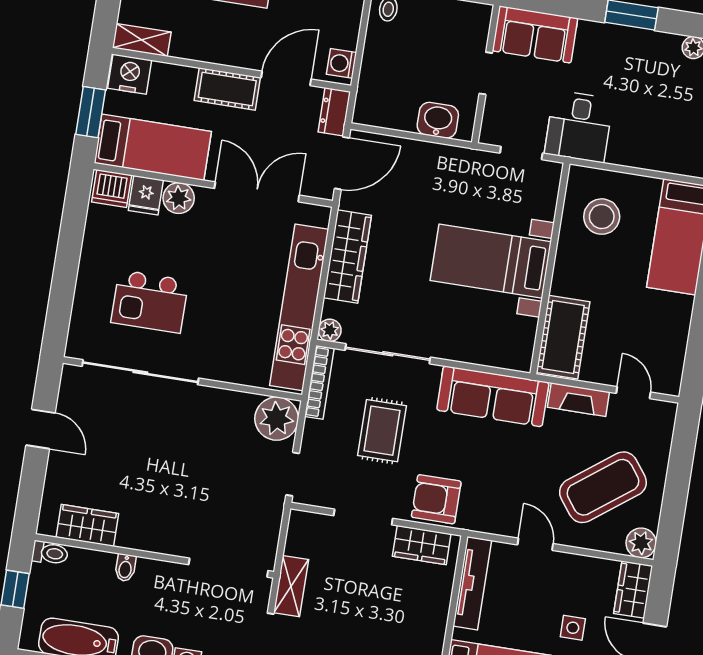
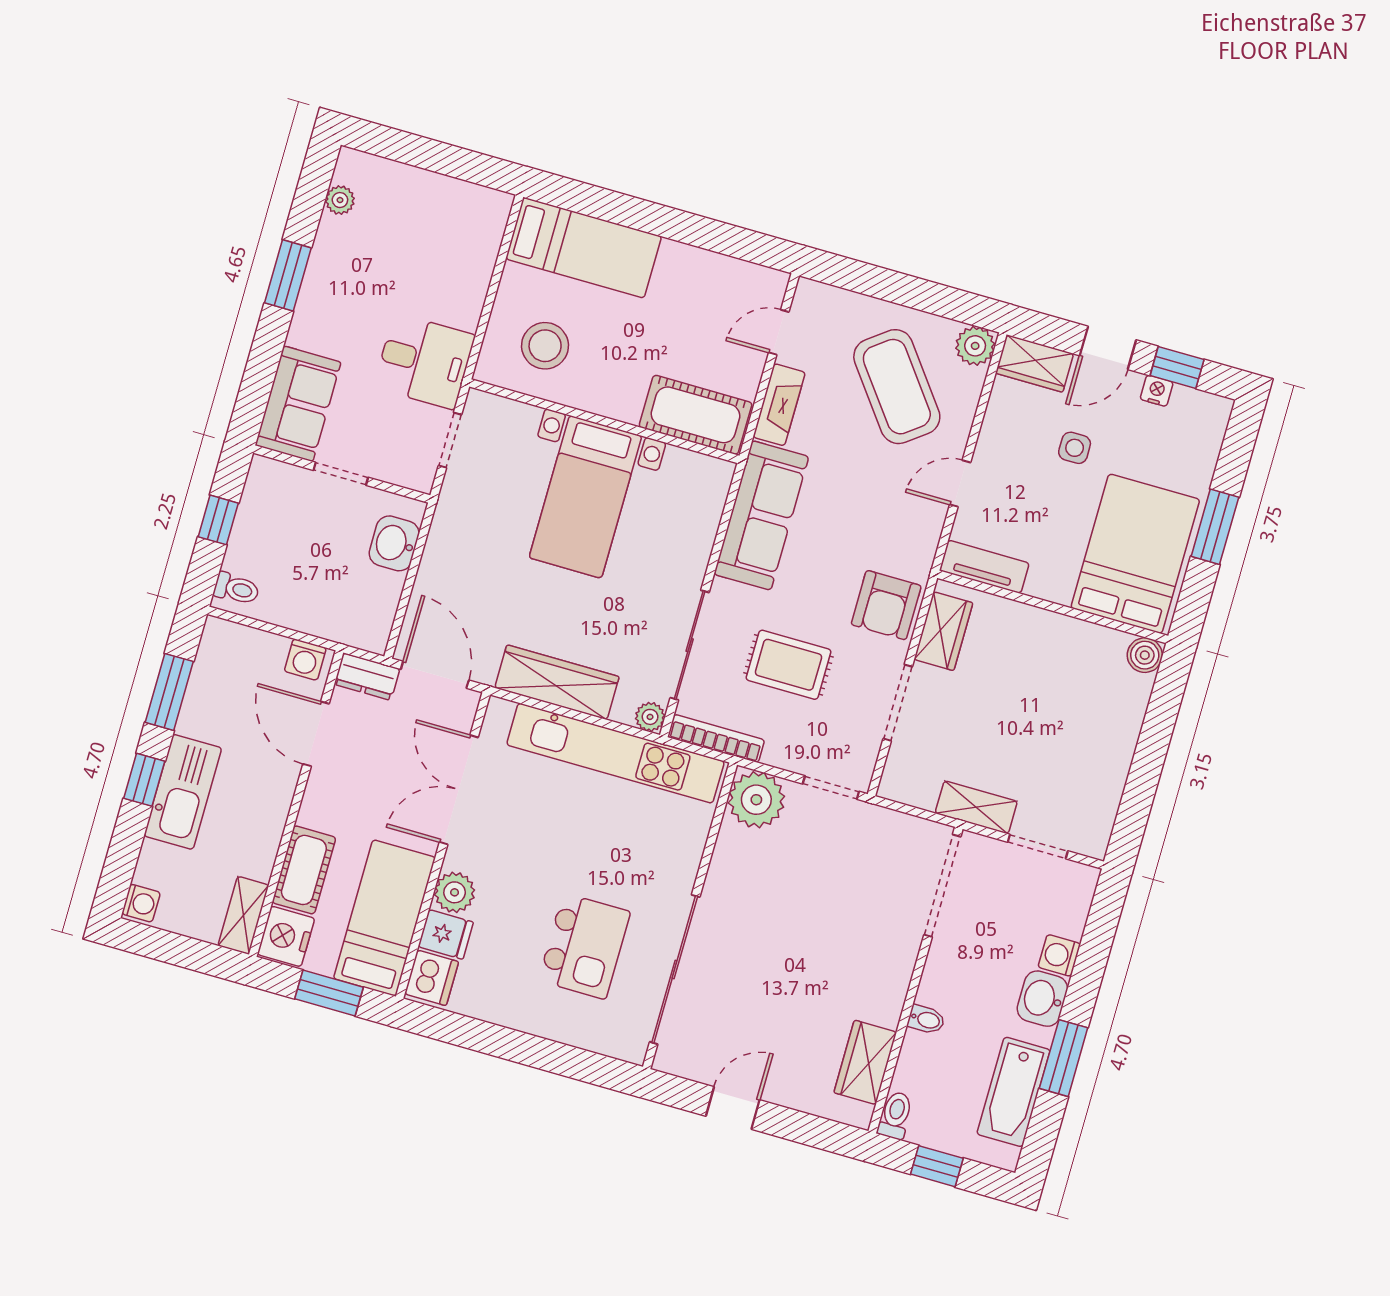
cot: (227, 89) -> (304, 870), moved
tv unit: (472, 583) -> (984, 567), width x0.71

